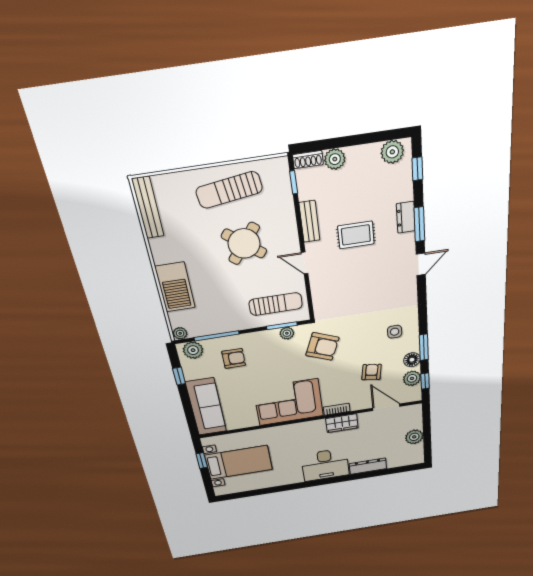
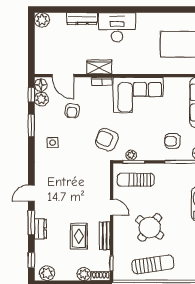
rug: (356, 235) -> (79, 236), moved, turned 90
floor lamp: (412, 360) -> (41, 85), moved
plant: (414, 437) -> (42, 20), moved

